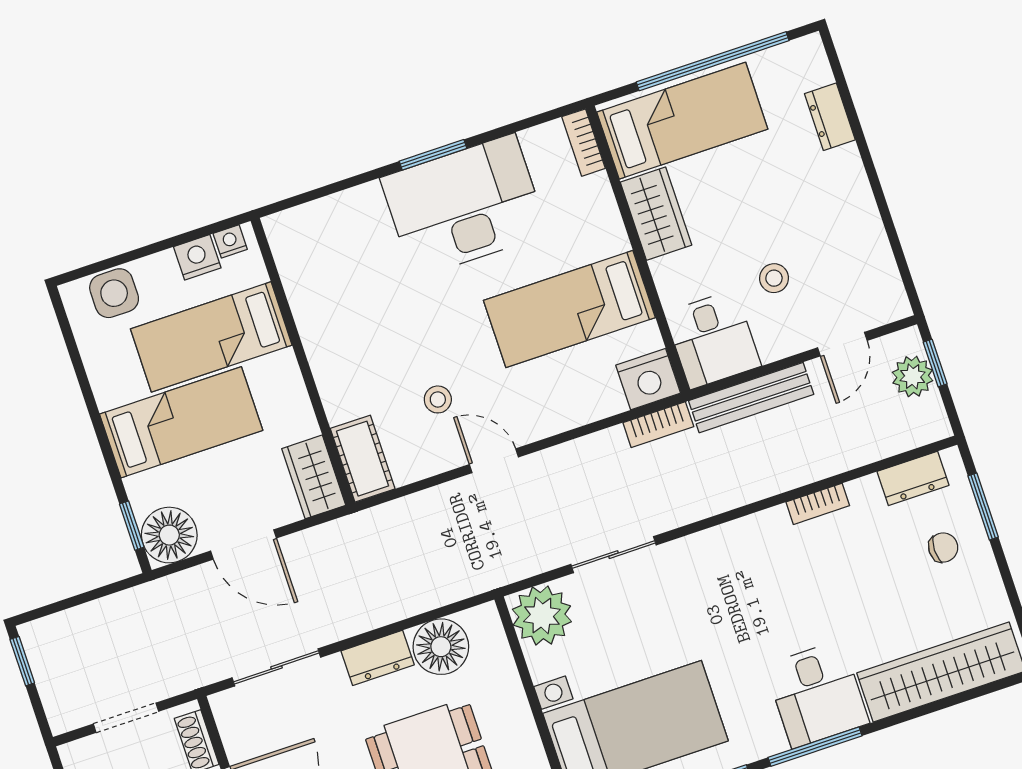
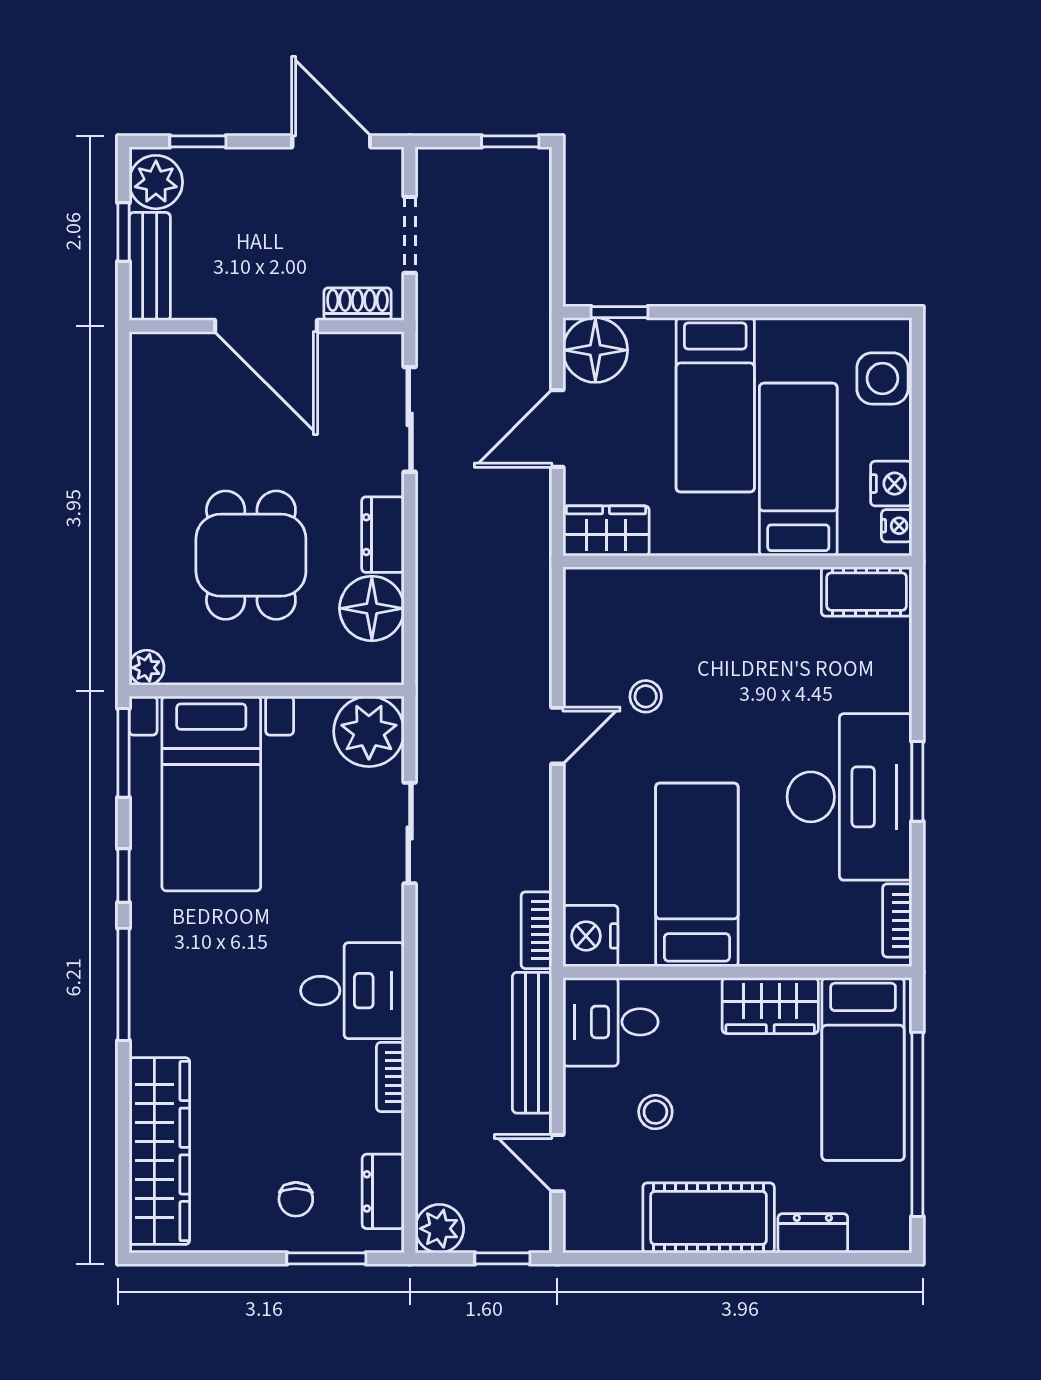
bookcase: (584, 143) -> (897, 920), moved, turned -90
cot: (846, 206) -> (709, 1218), added
plant: (913, 376) -> (439, 1229), moved
cot: (363, 459) -> (867, 592), moved
desk: (817, 694) -> (352, 991), moved, turned 180

